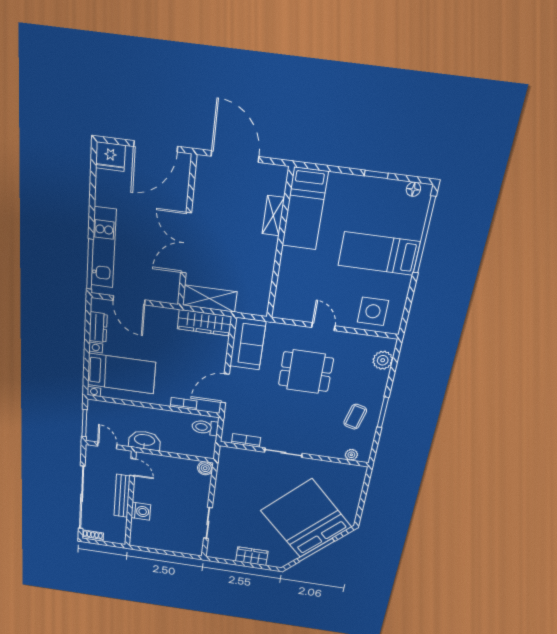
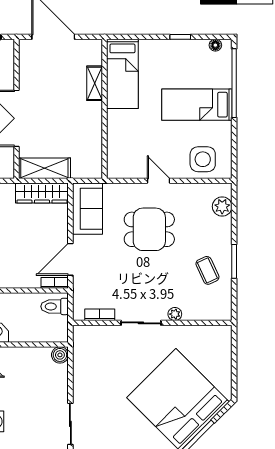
bookcase: (184, 404) -> (55, 283), moved
coffee table: (355, 417) -> (207, 270), turned -39
plant: (351, 455) -> (175, 314), moved

